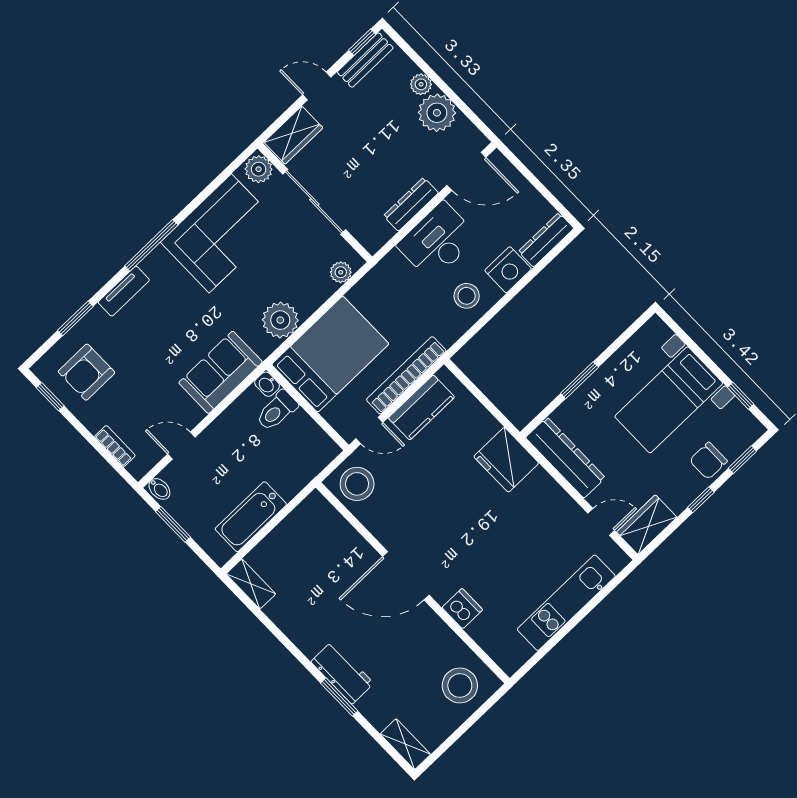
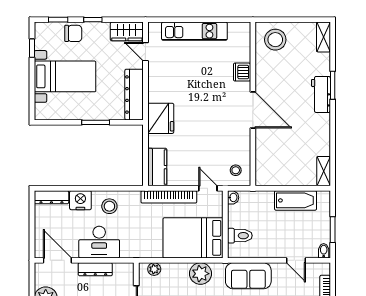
washbasin: (267, 384) -> (233, 197), moved
kitchen counter: (421, 408) -> (157, 167), moved, turned 90
stool: (357, 484) -> (236, 170), width x0.53, depth x0.53

